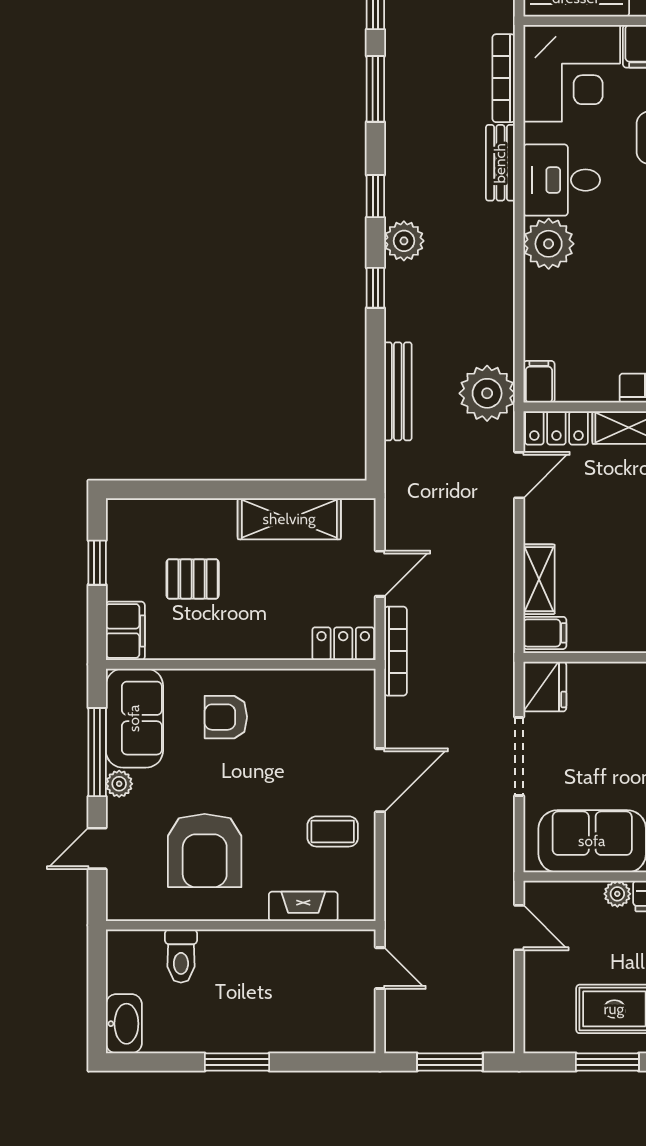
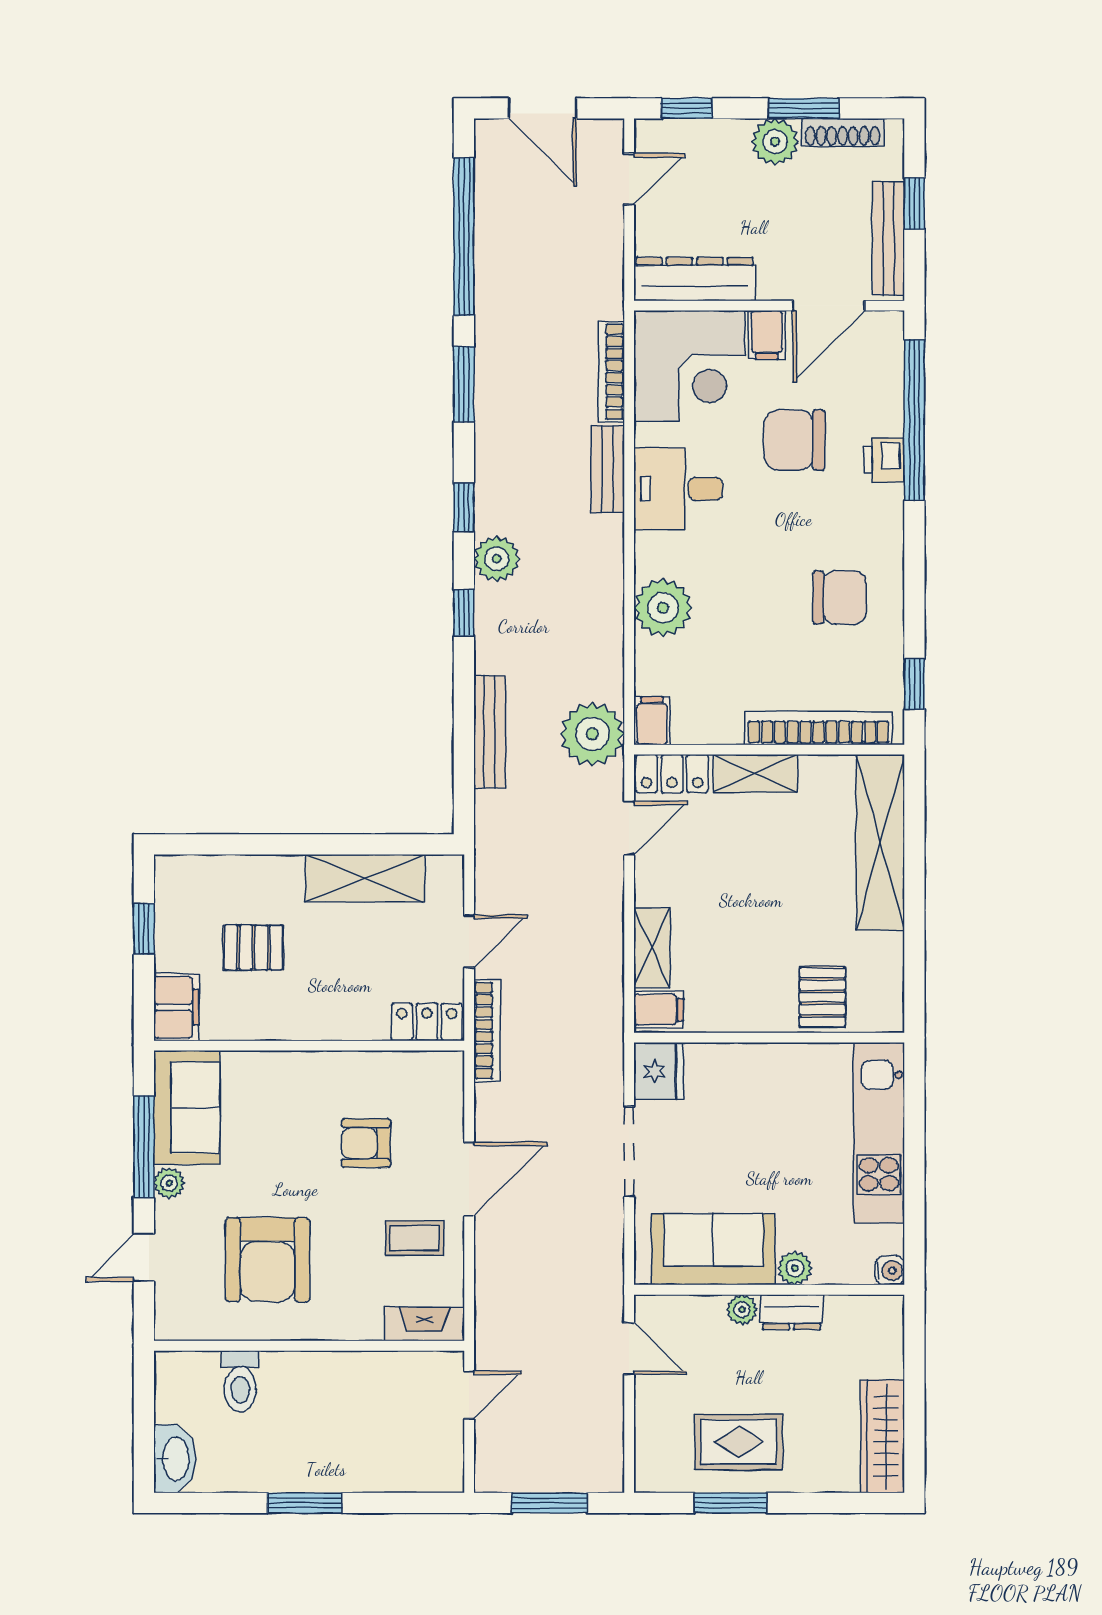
plant: (549, 244) -> (663, 608), moved
armchair: (226, 717) -> (366, 1143), moved
fireplace: (303, 906) -> (425, 1324), moved
door: (380, 968) -> (469, 1395), hinge flipped

